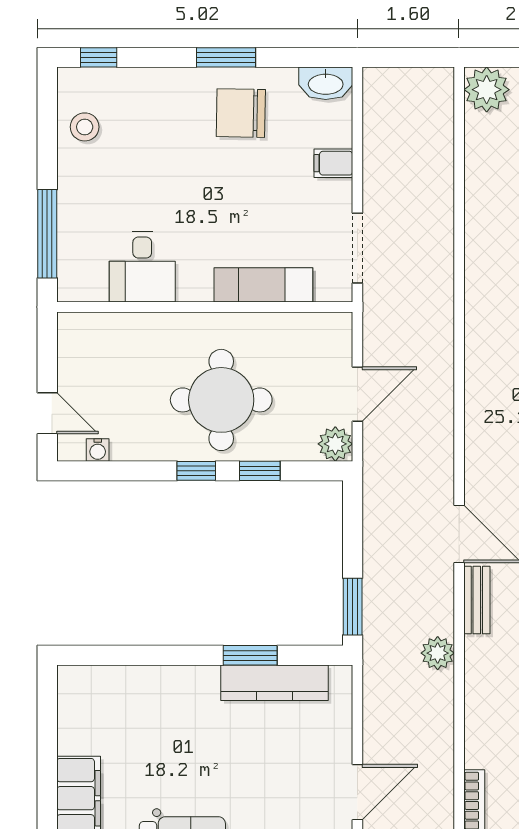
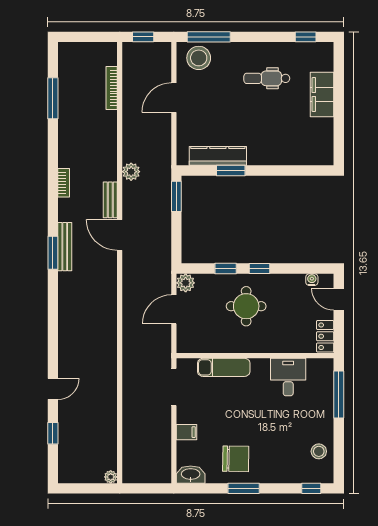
plant: (487, 90) -> (111, 477), width x0.53, depth x0.53
locker: (73, 343) -> (325, 336), added
round table: (221, 400) -> (246, 306), width x0.73, depth x0.73

